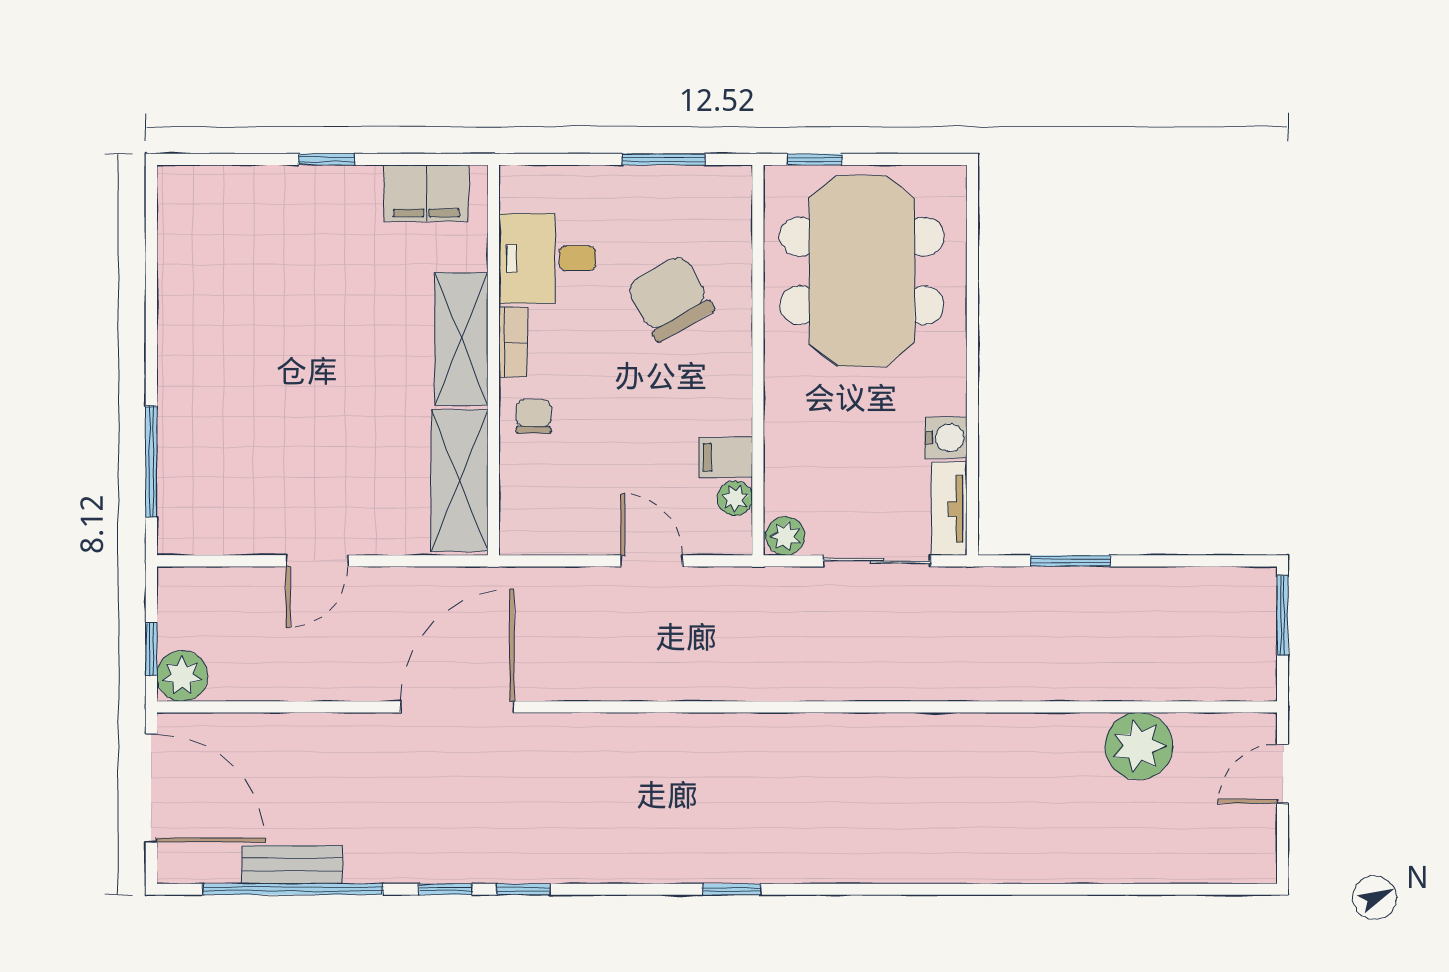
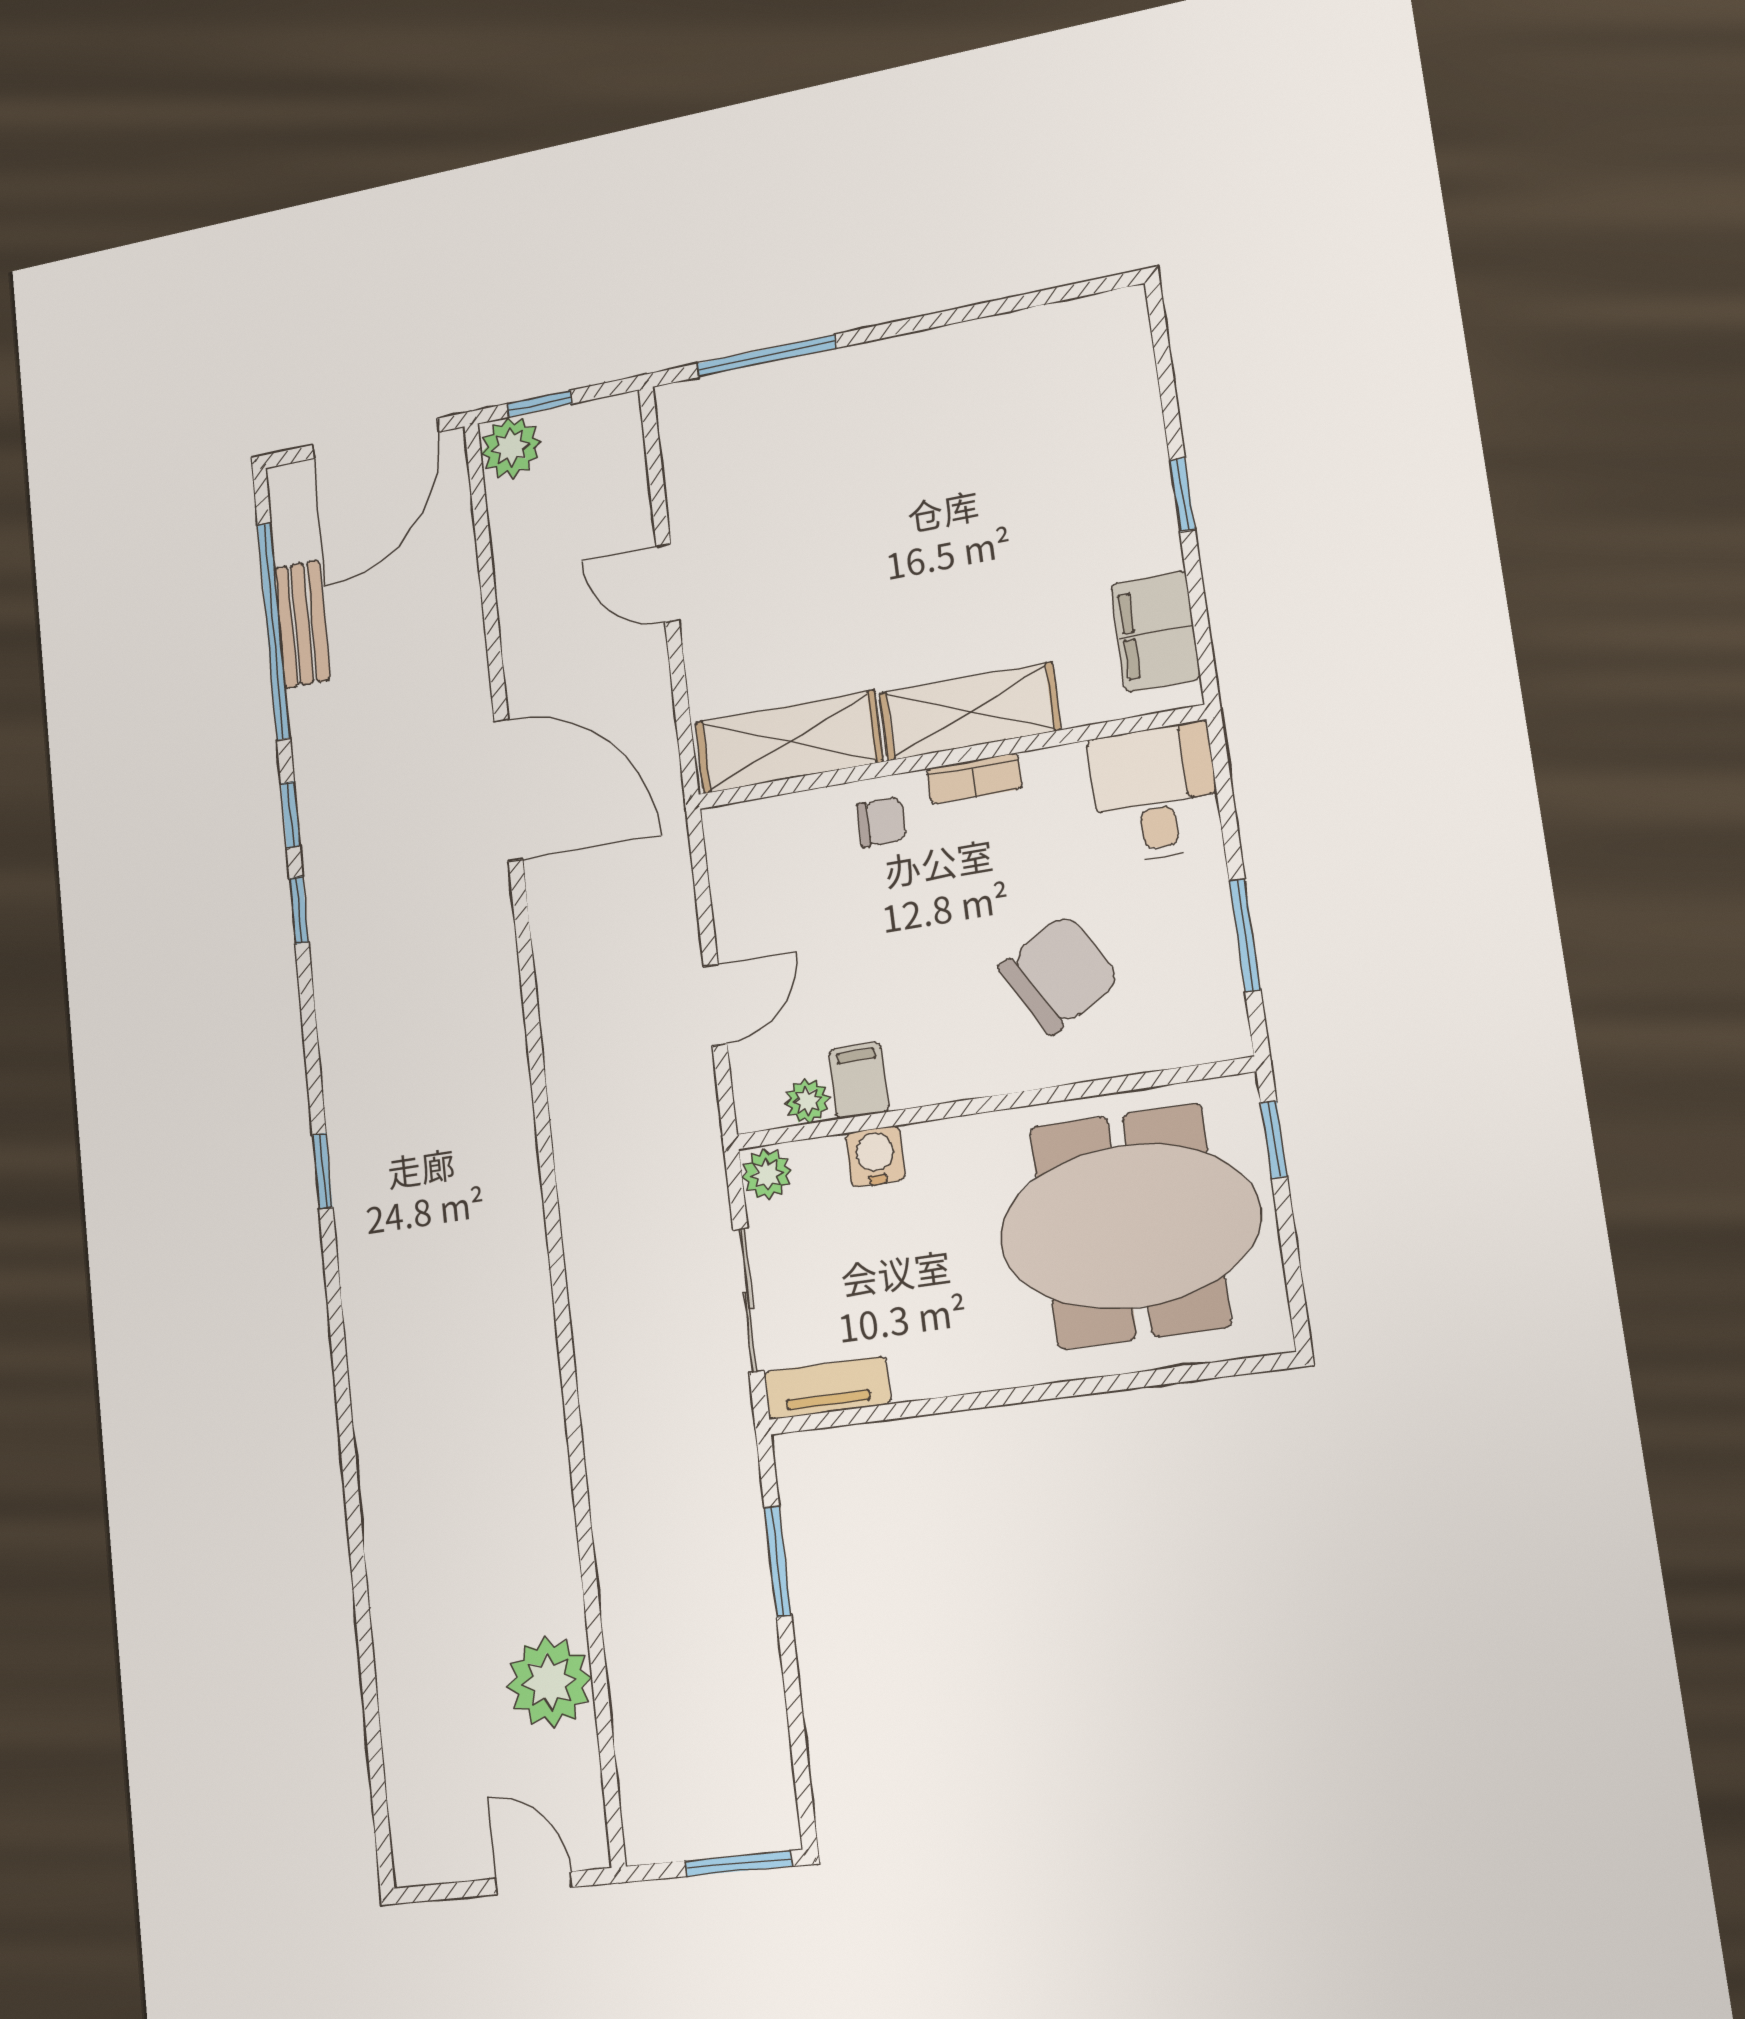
desk: (547, 258) -> (1155, 793), moved
water cooler: (946, 438) -> (875, 1156), moved, turned 180

